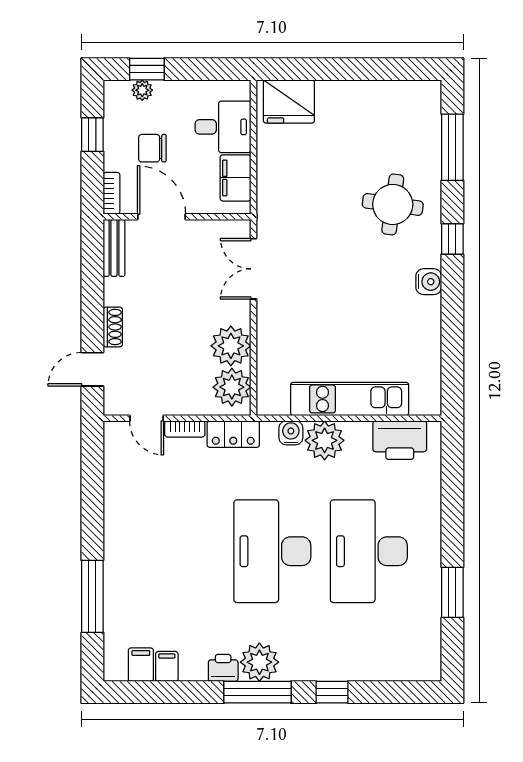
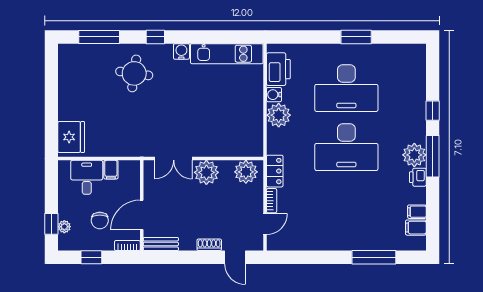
filing cabinet: (235, 178) -> (111, 170), width x0.50
plant: (231, 346) -> (206, 172), moved
kitchen unit: (350, 399) -> (227, 54), moved, turned -90
water cooler: (291, 433) -> (274, 95), moved
window: (452, 592) -> (356, 37), moved

